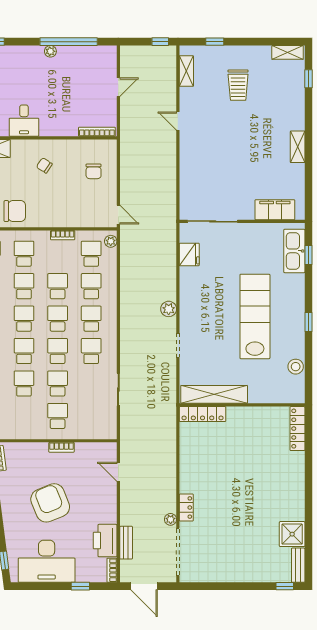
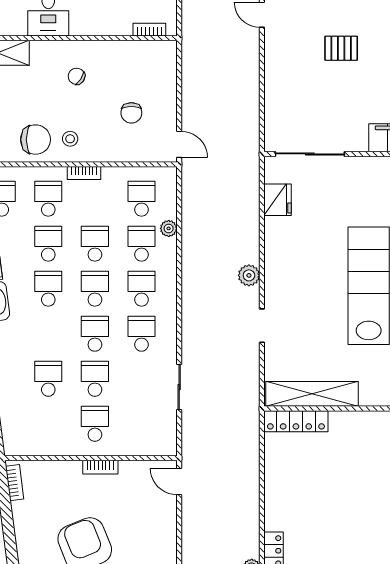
bookcase: (97, 132) -> (149, 30), width x0.64
pallet: (235, 145) -> (341, 48), added
chair: (94, 171) -> (131, 113), moved
stool: (40, 210) -> (70, 139), added
bookcase: (63, 235) -> (84, 173), moved
plant: (111, 241) -> (169, 228), moved
school desk: (24, 351) -> (48, 334), removed
door: (118, 472) -> (179, 482), moved

